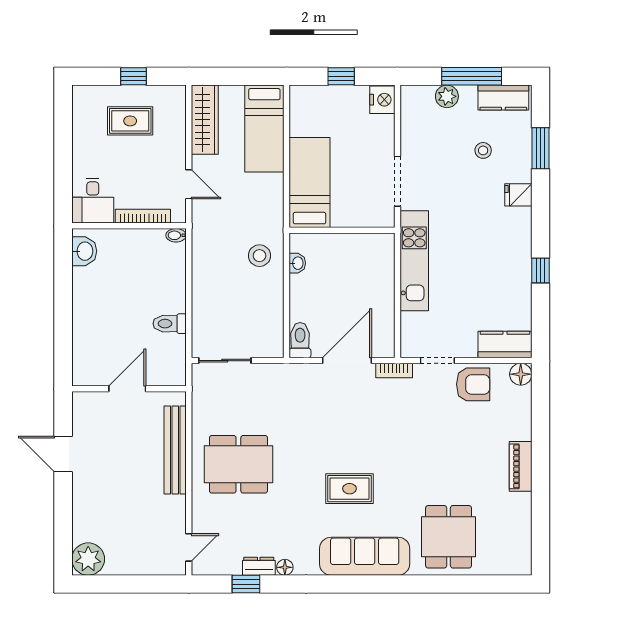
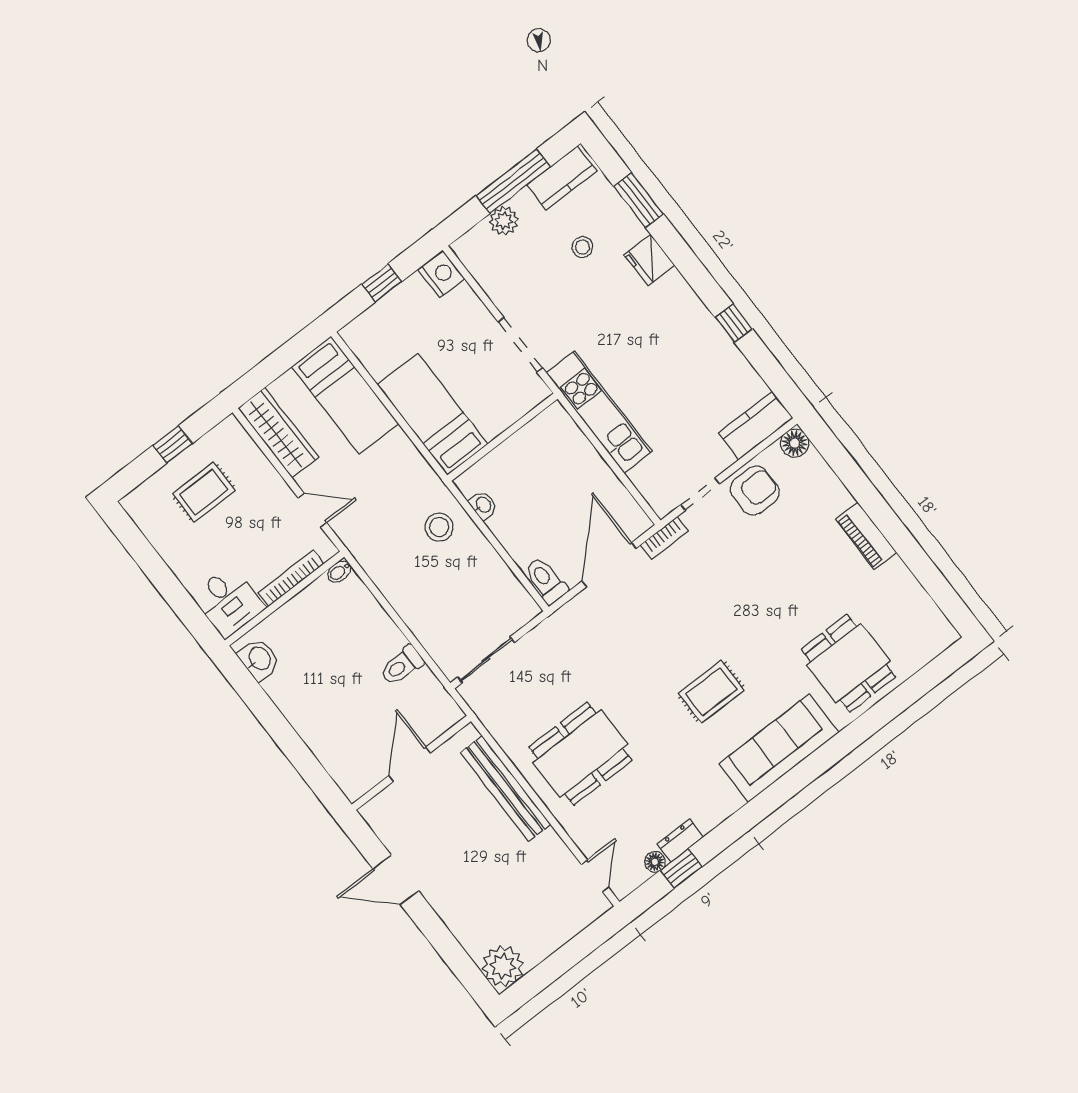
fridge: (518, 195) -> (649, 260), width x1.38
floor lamp: (285, 567) -> (655, 862), moved

